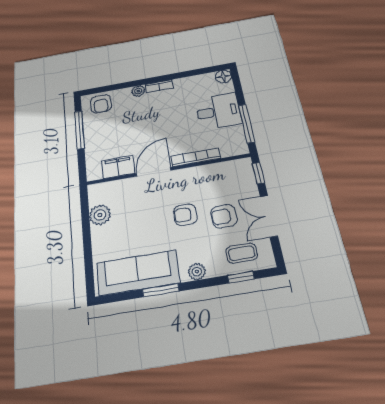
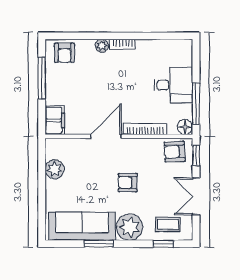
floor lamp: (223, 77) -> (185, 127), moved
filing cabinet: (118, 167) -> (55, 120), moved, turned 90
armchair: (224, 216) -> (175, 152), moved
plant: (197, 272) -> (130, 227), width x1.88, depth x1.88

